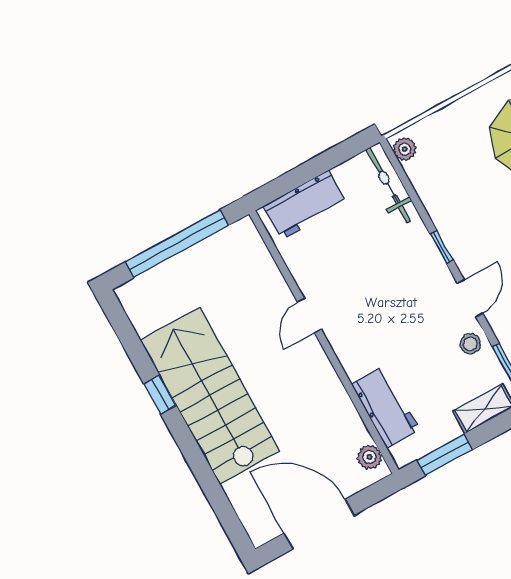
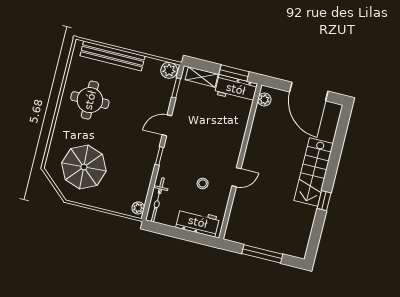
window: (177, 244) -> (262, 254), width x0.68
stool: (470, 344) -> (203, 183), moved
stairs: (210, 396) -> (314, 172), width x0.73, depth x0.66
workbench: (385, 407) -> (236, 89), moved, turned -90

